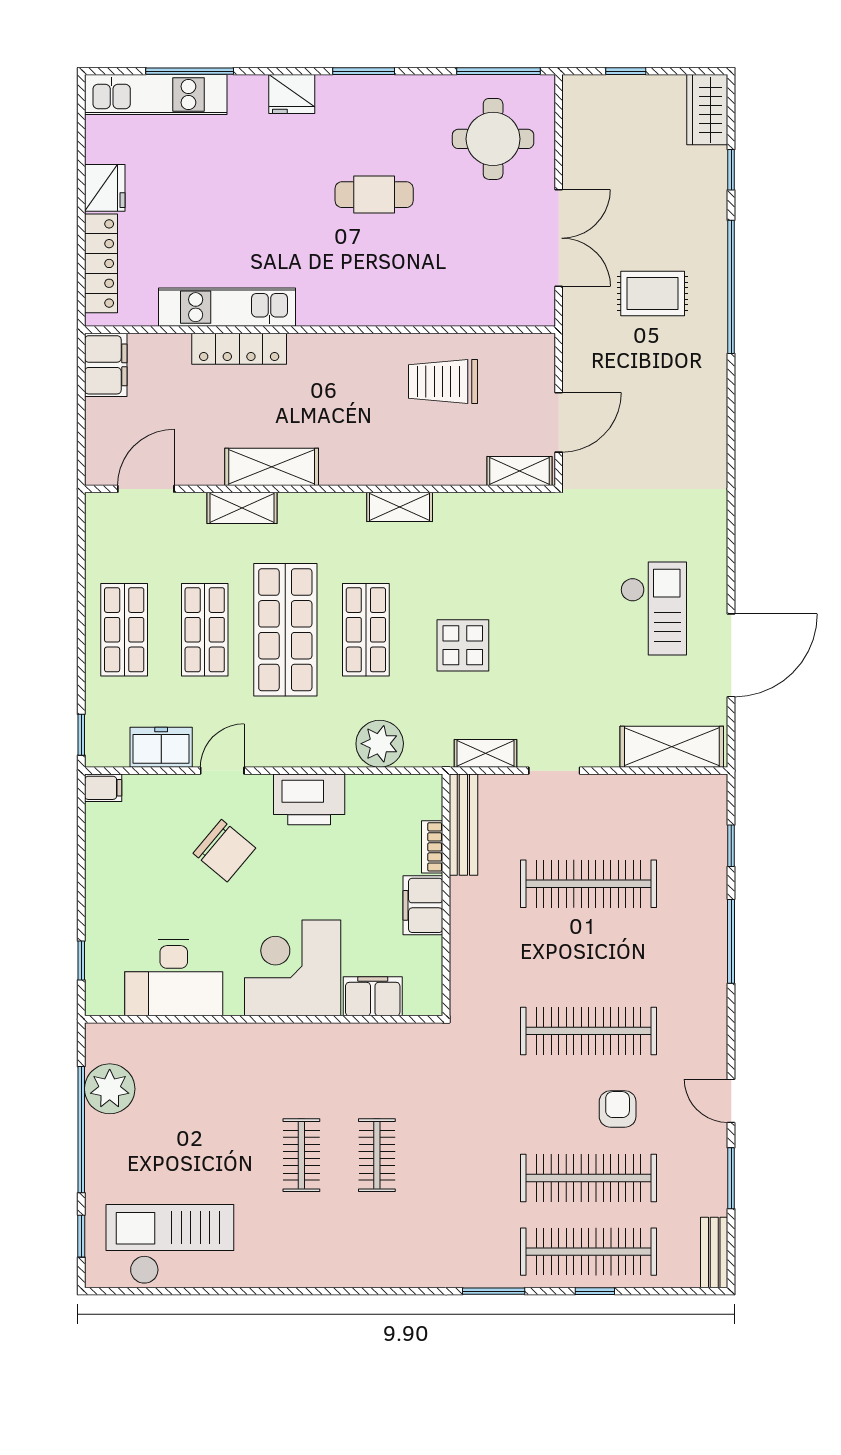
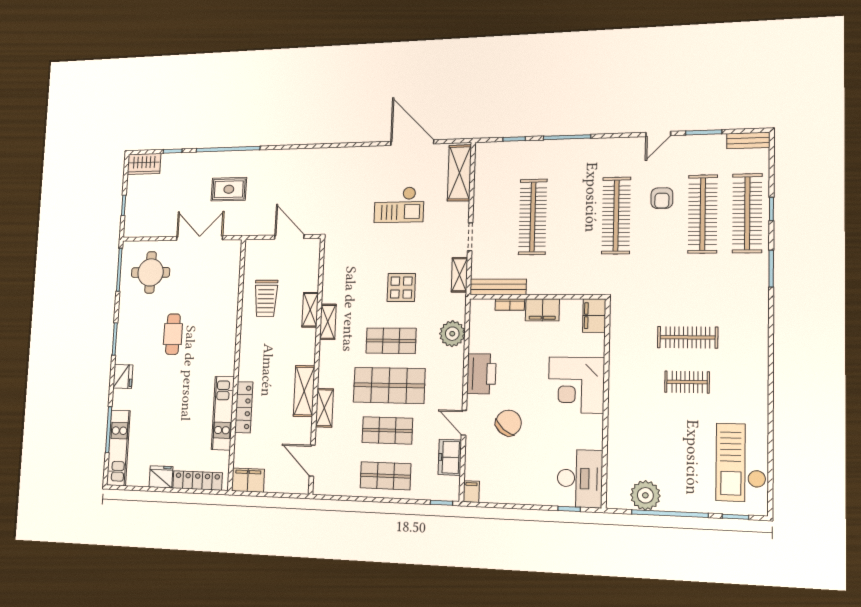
rug: (653, 293) -> (229, 189), turned 90
shelving: (520, 471) -> (310, 310), moved
checkout: (654, 608) -> (399, 205), moved, turned 180
desk: (174, 978) -> (580, 478), moved
filing cabinet: (373, 996) -> (594, 316), moved
armchair: (618, 1109) -> (662, 198), turned -90
clothes rail: (377, 1155) -> (688, 337), width x1.36

